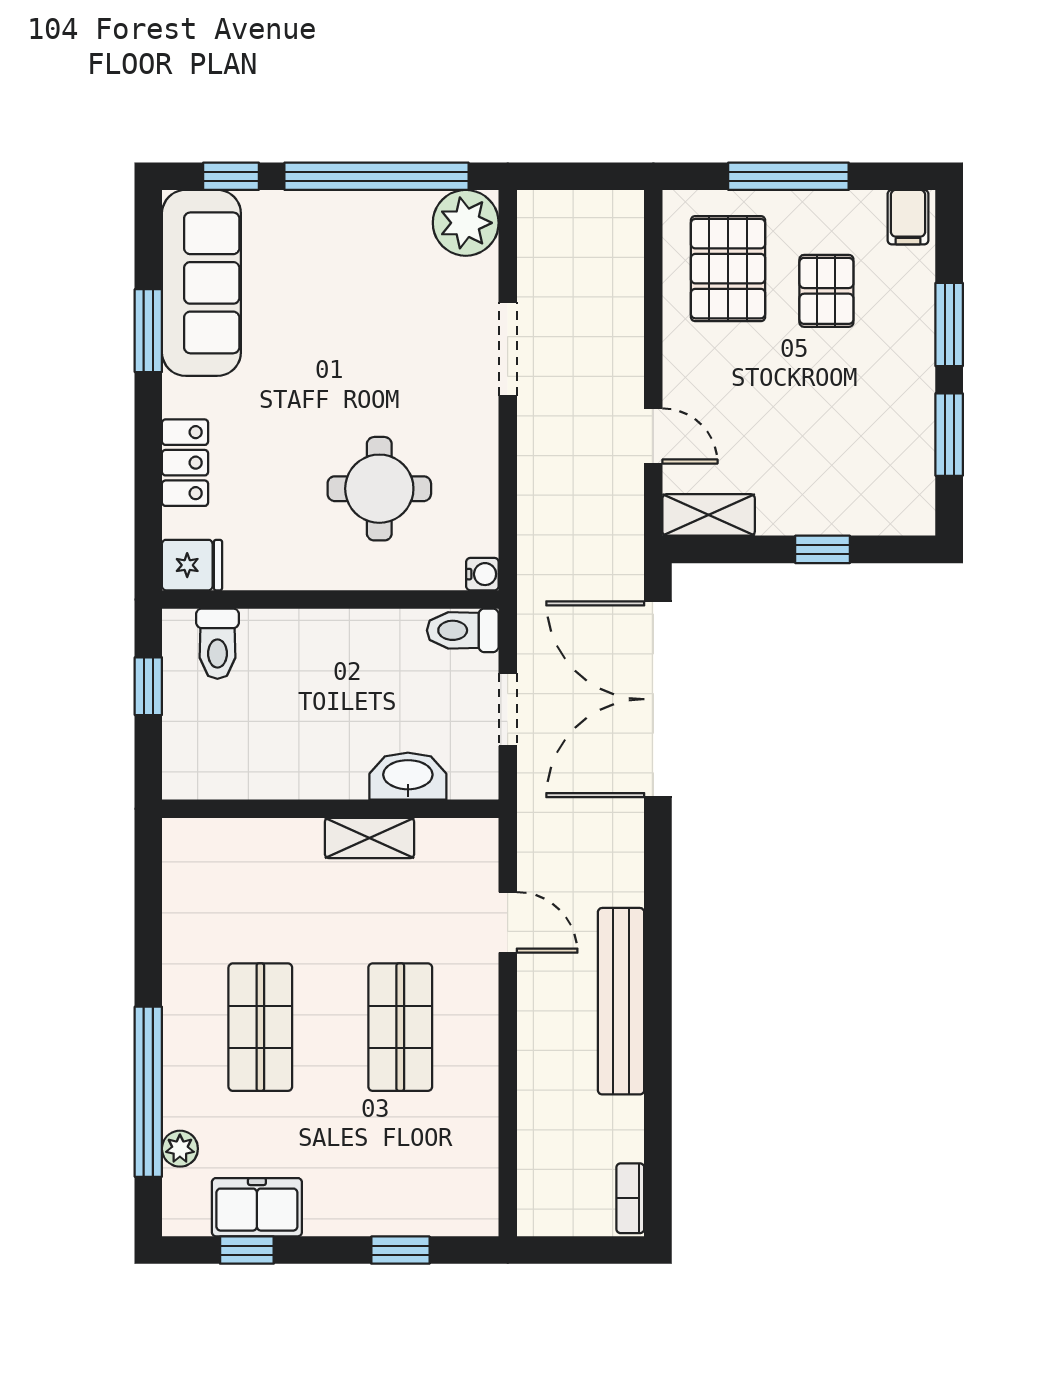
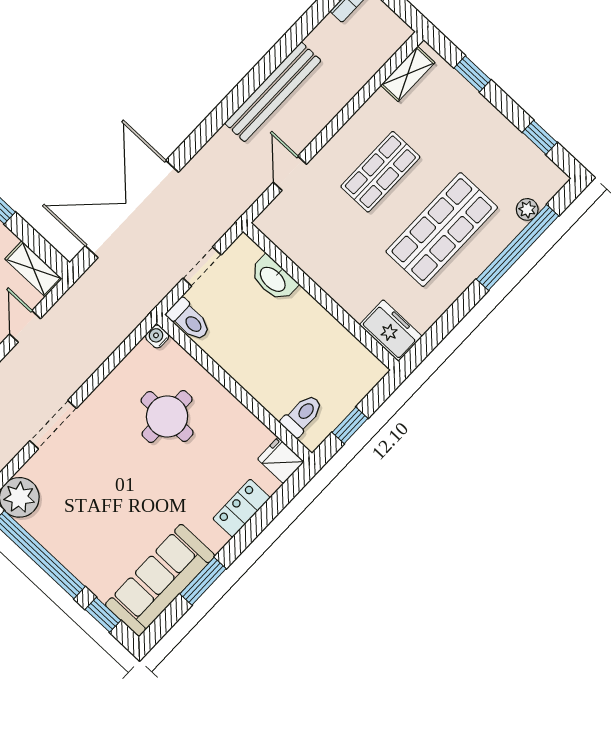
double door: (658, 699) -> (132, 209), swing flipped
shelving: (370, 838) -> (408, 74), moved, turned 90
shop shelf: (260, 1027) -> (442, 230), width x1.43, depth x1.36
freezer: (257, 1207) -> (391, 331), moved, turned 180

